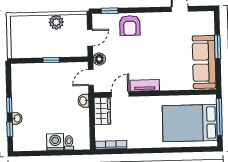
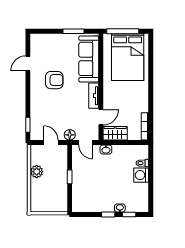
armchair: (130, 25) -> (54, 80), moved
window: (218, 47) -> (74, 31), moved
sofa: (204, 62) -> (89, 59), moved, turned 90
door: (120, 94) -> (101, 117), swing flipped

